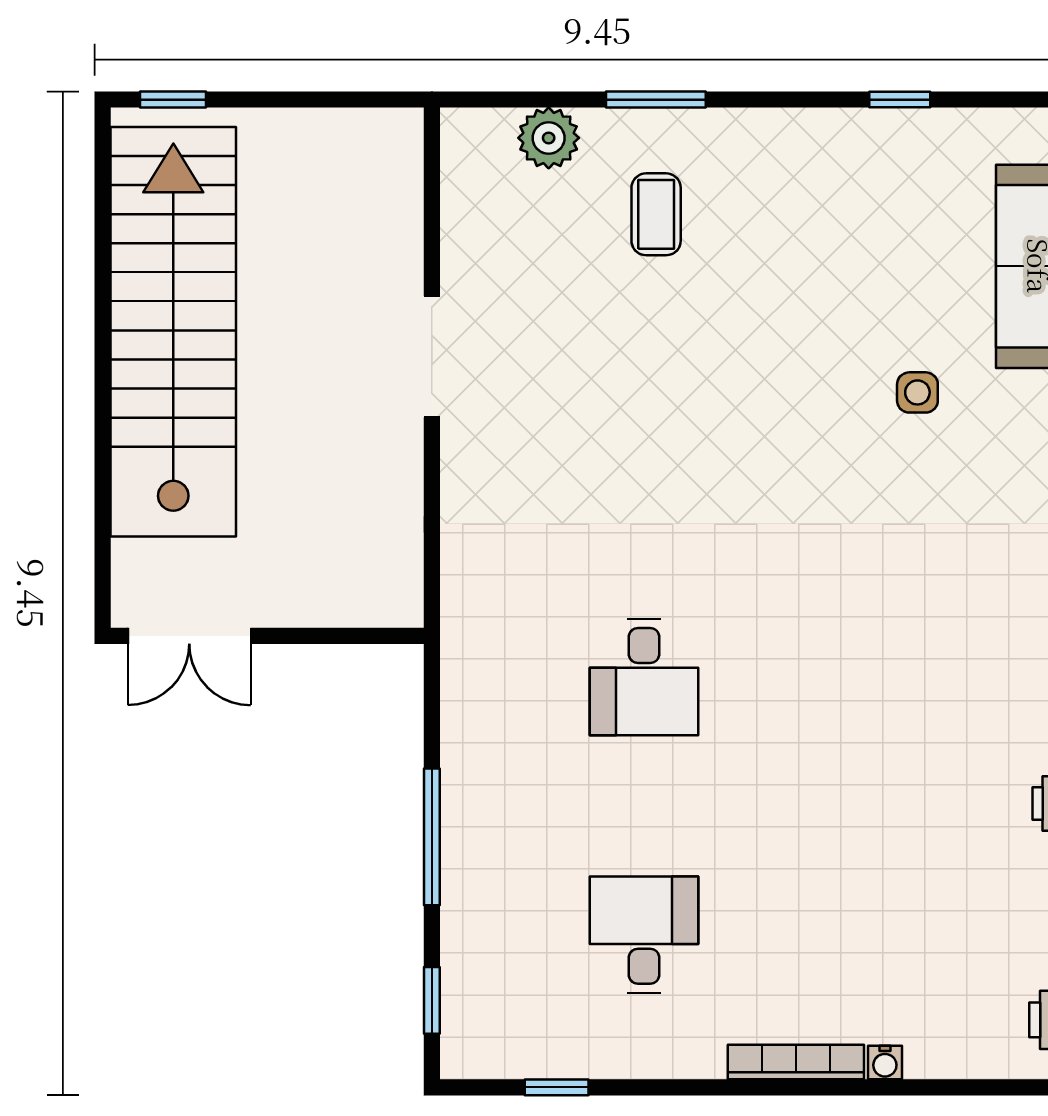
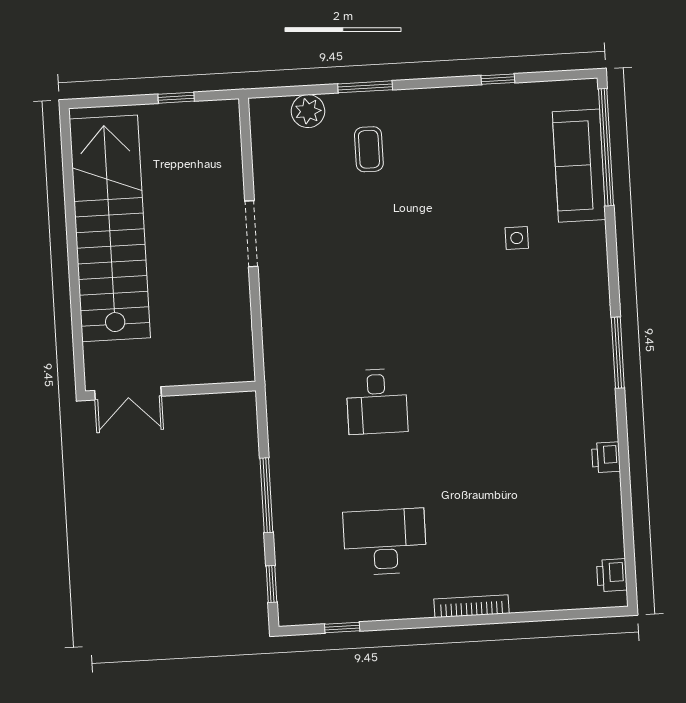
window: (173, 100) -> (176, 98), moved
desk: (644, 935) -> (385, 542), width x1.37
water cooler: (885, 1063) -> (520, 604), removed

